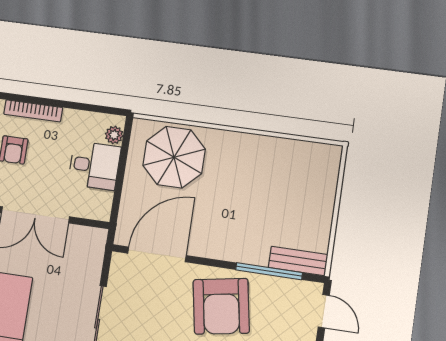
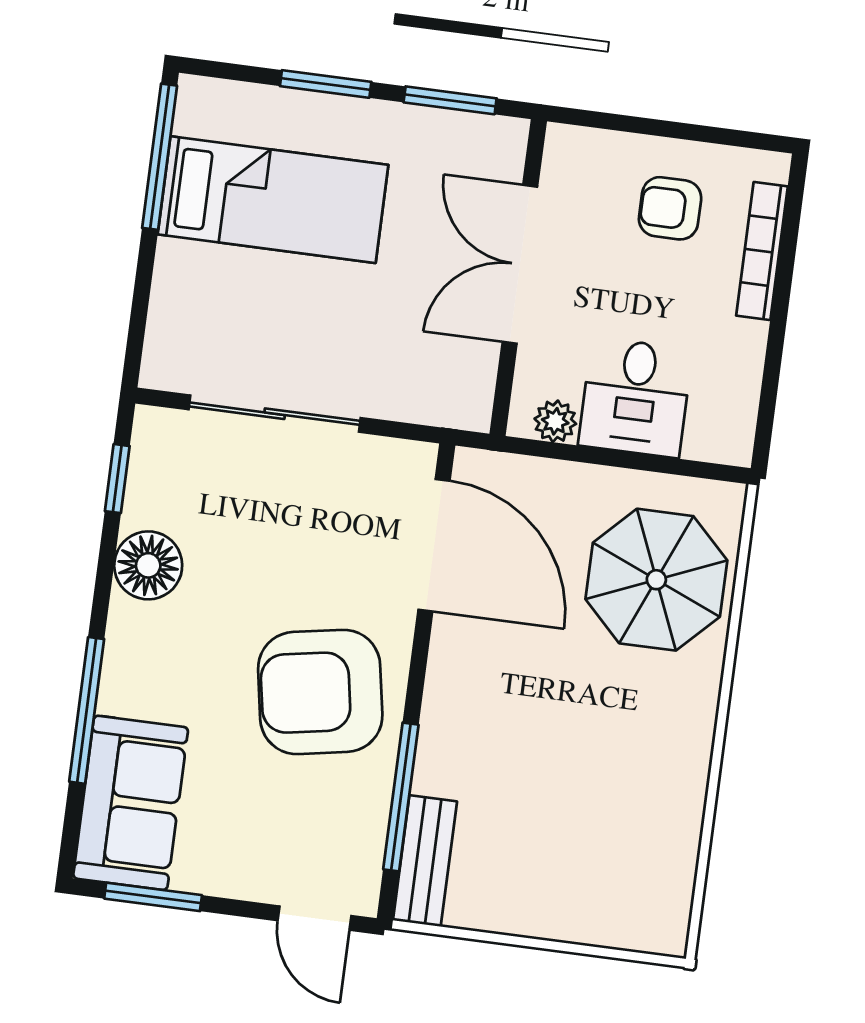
plant: (114, 135) -> (555, 421), moved
door: (324, 311) -> (315, 918), hinge flipped

